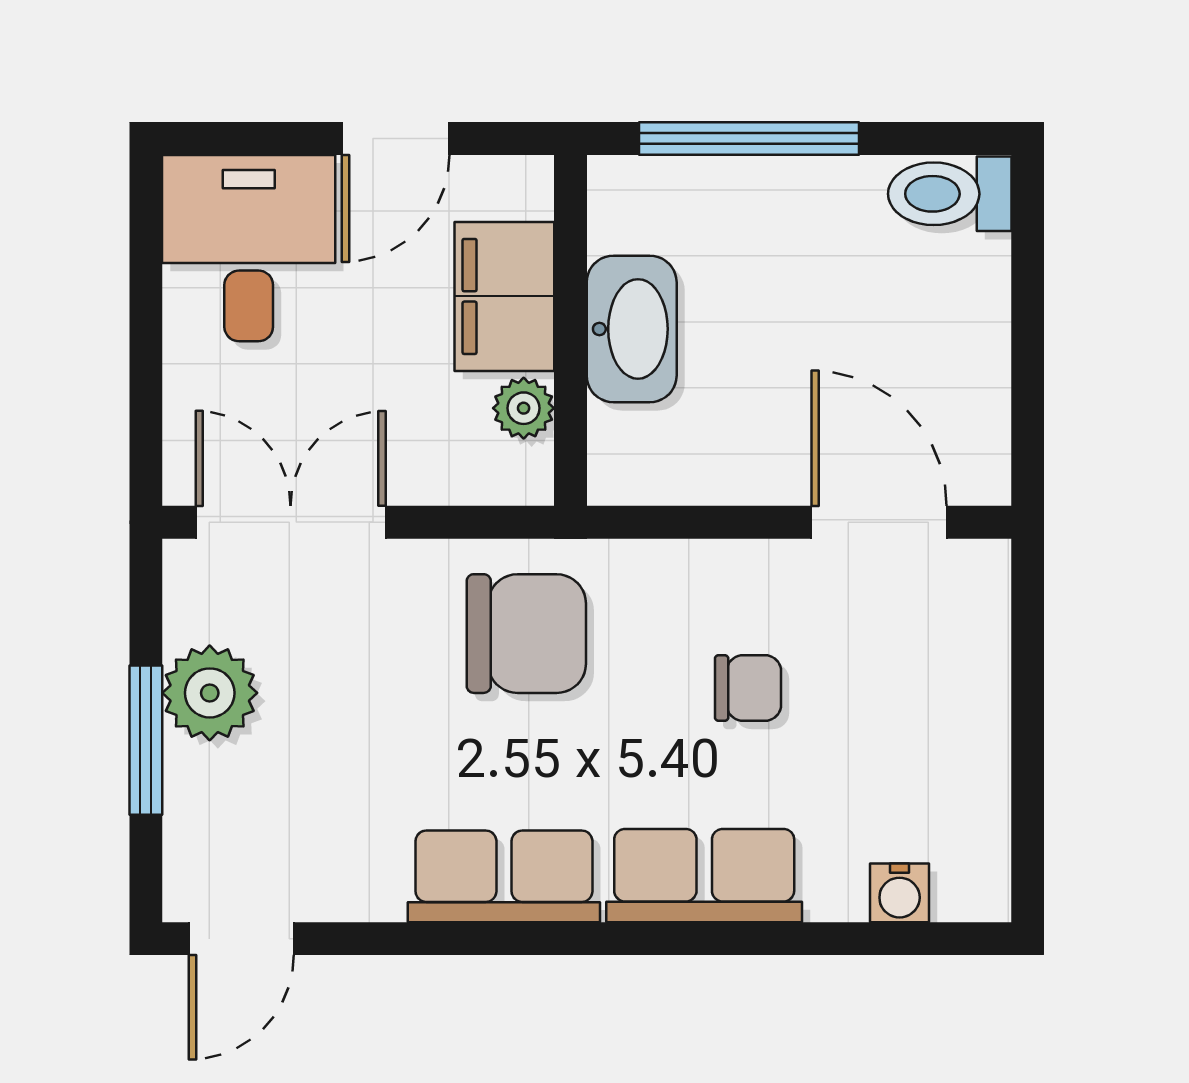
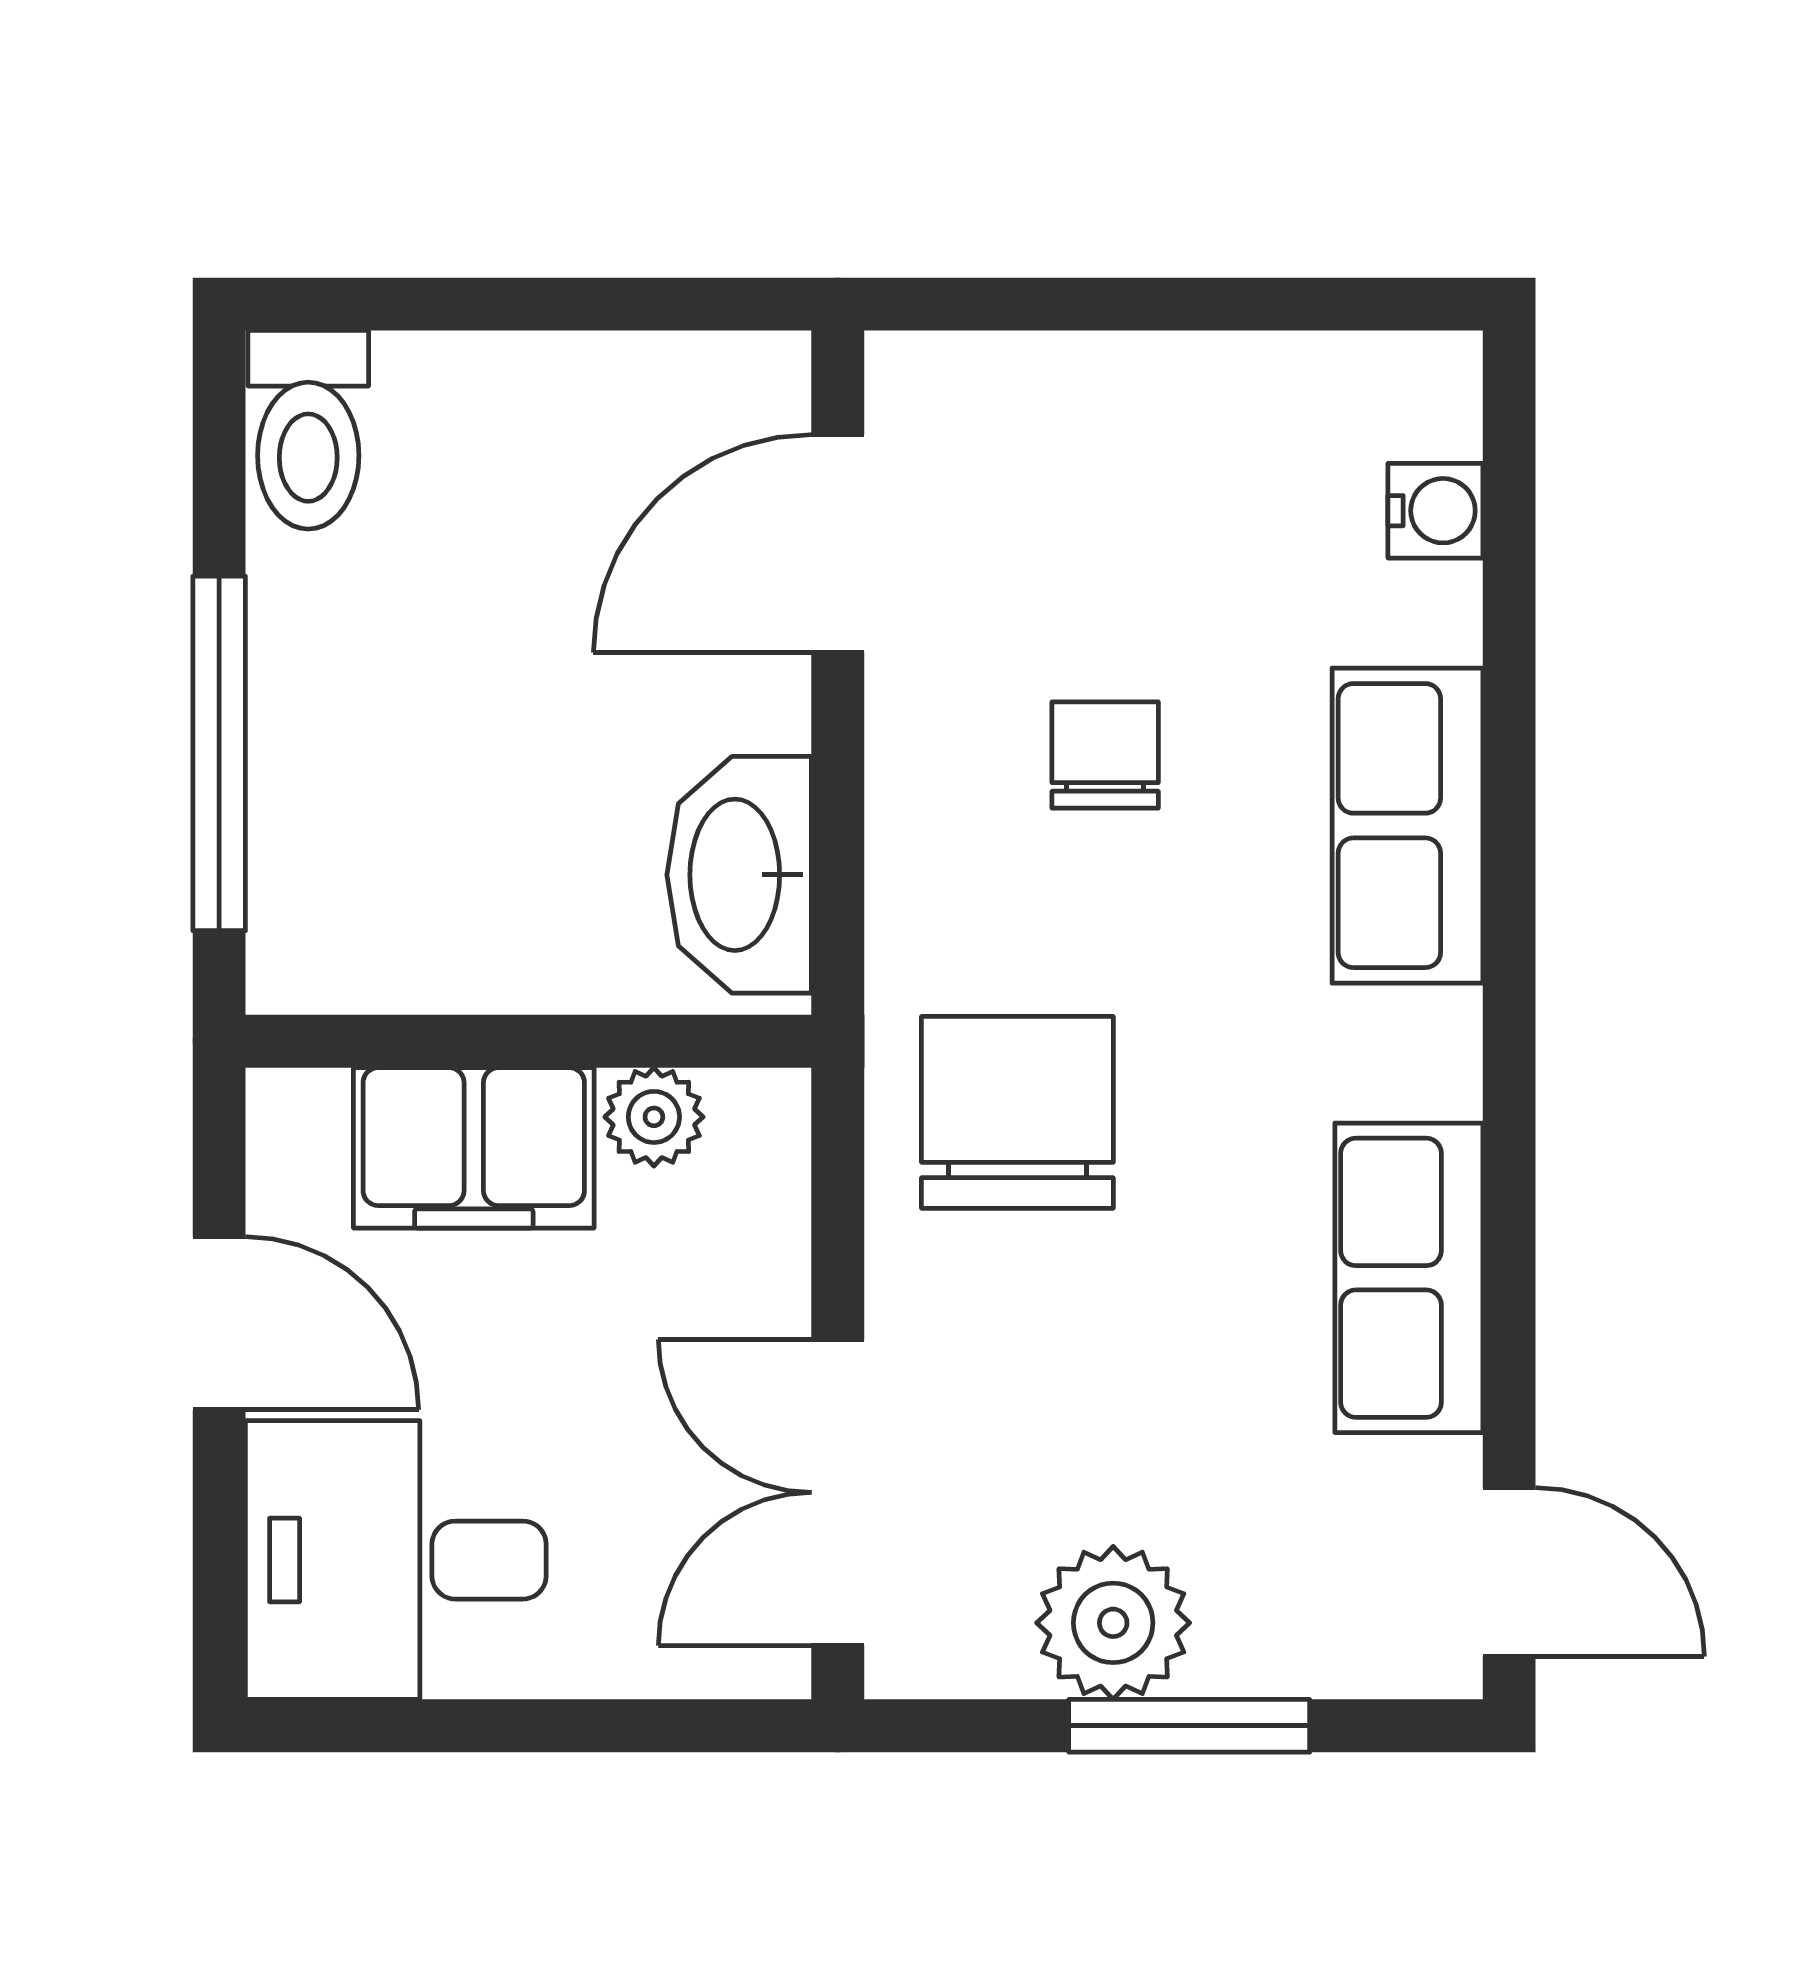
washbasin: (632, 329) -> (739, 875), moved, turned -90
row of seats: (504, 876) -> (1409, 1278), moved

